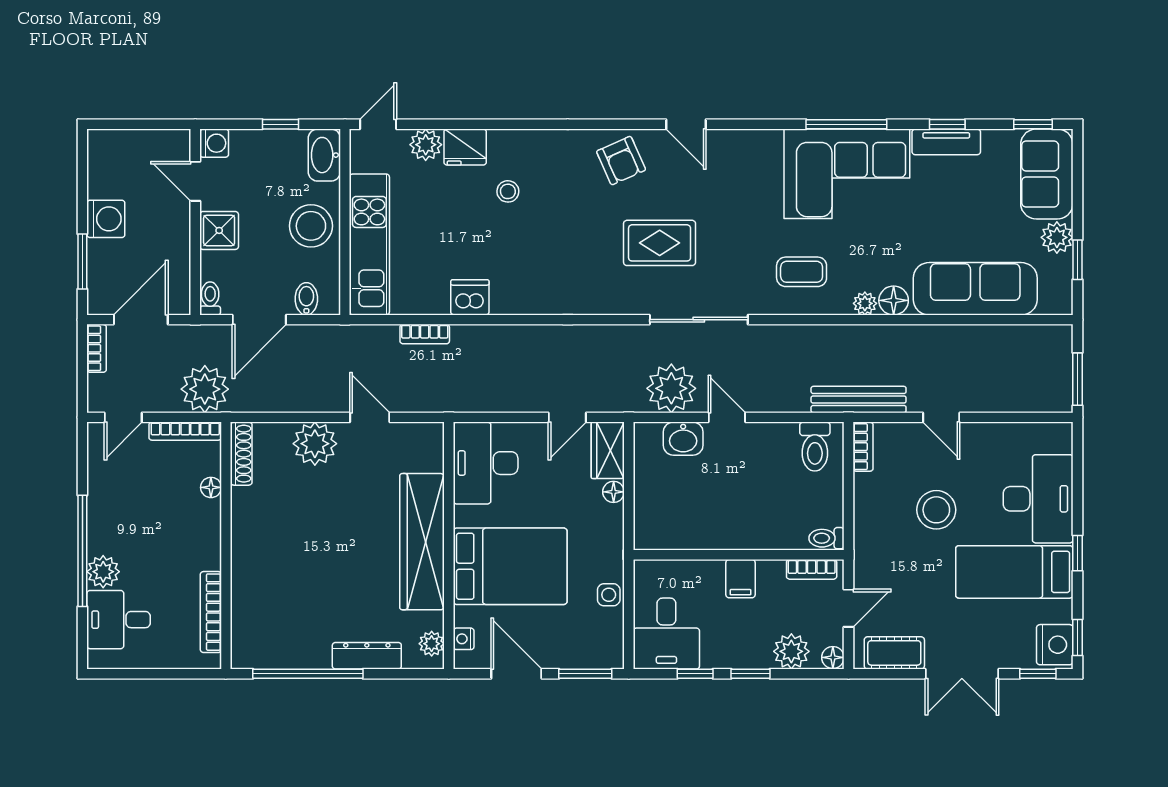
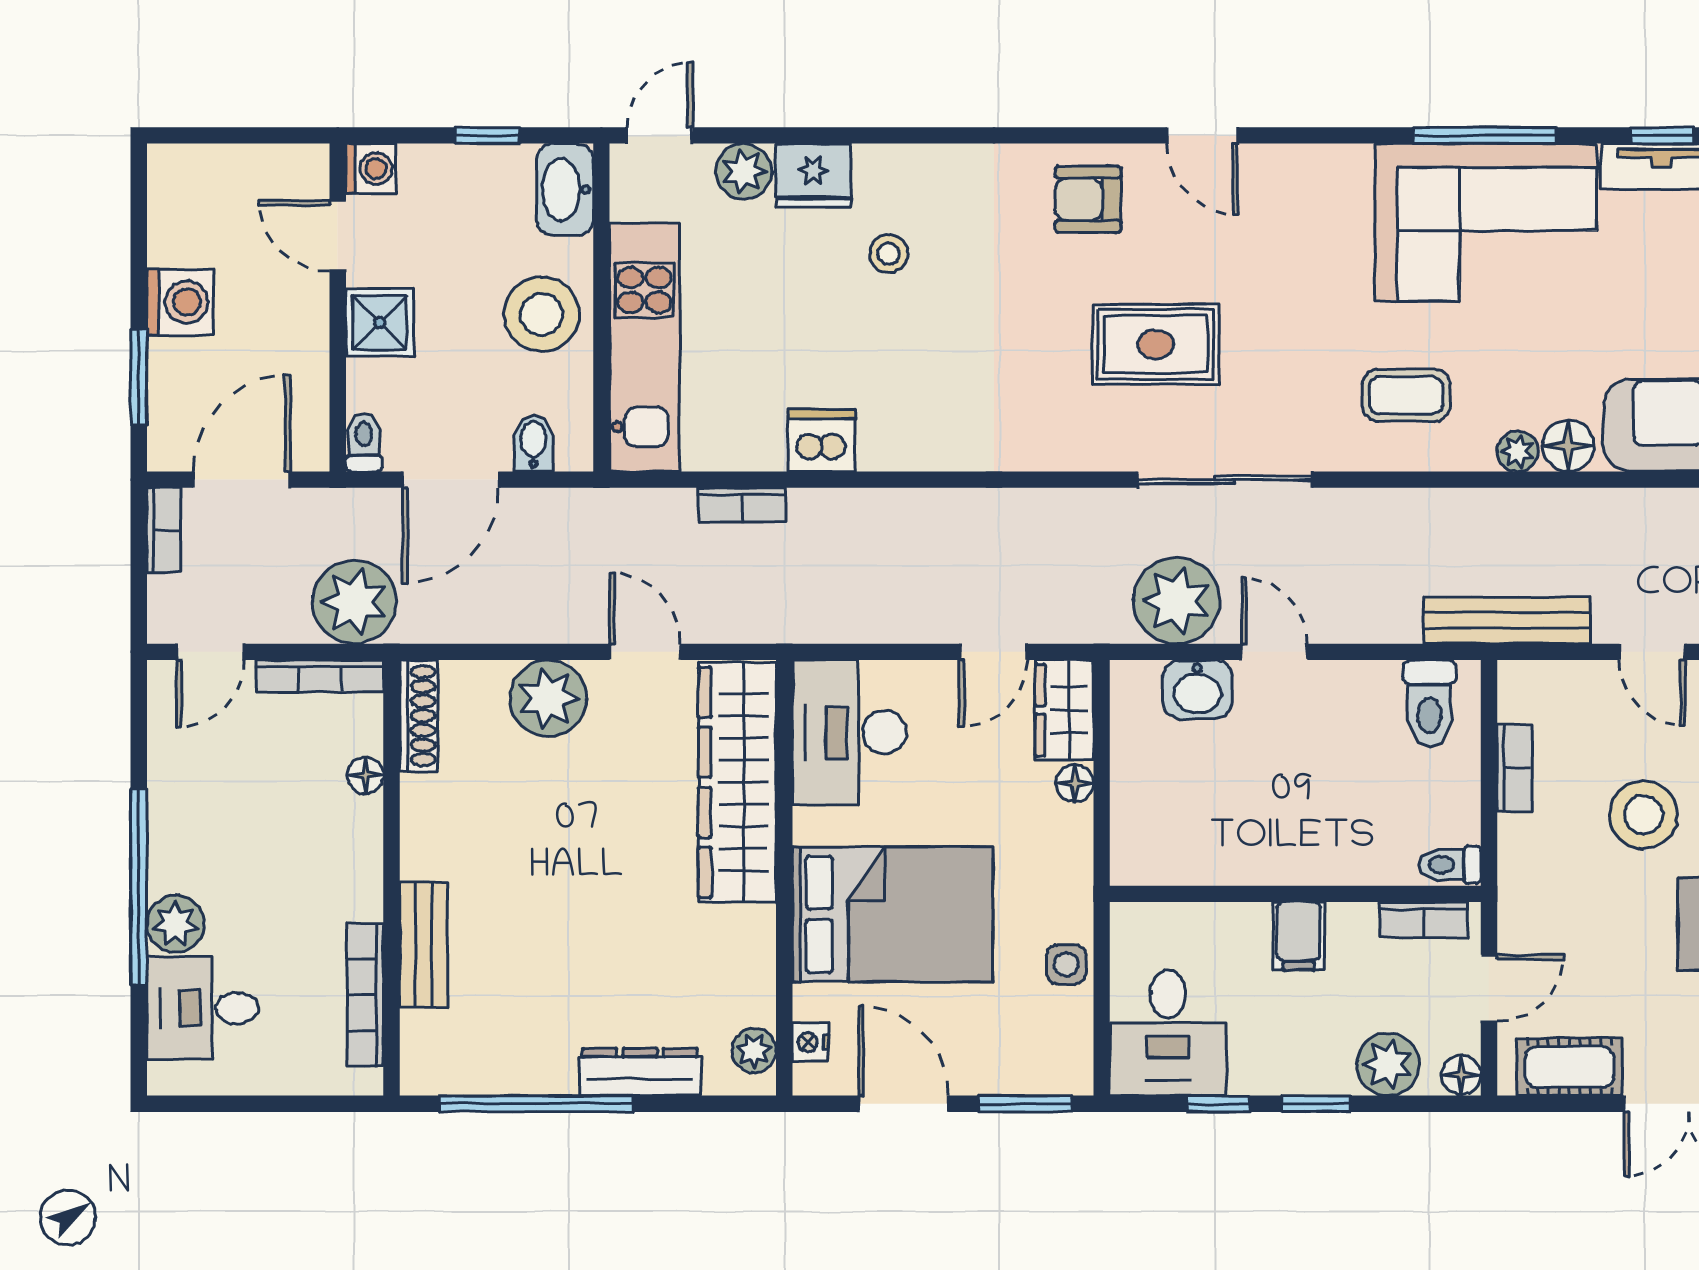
armchair: (621, 161) -> (1088, 199), turned 114
bookcase: (863, 447) -> (1514, 768), moved
wardrobe: (422, 542) -> (737, 782), moved
bench: (244, 584) -> (424, 945), added

